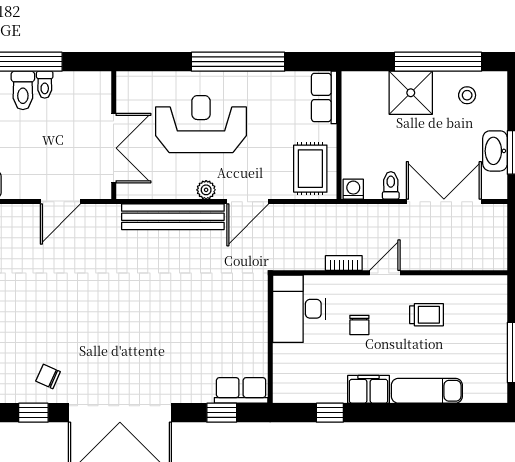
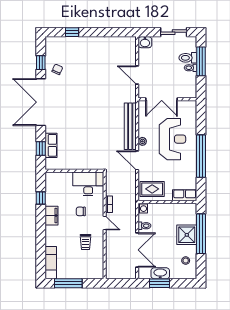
window: (438, 62) -> (201, 234), moved
row of seats: (241, 390) -> (51, 145), moved
exam couch: (427, 391) -> (51, 263), moved

